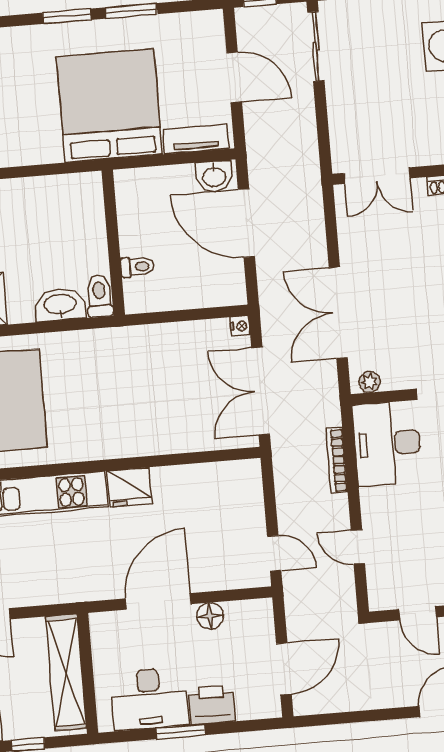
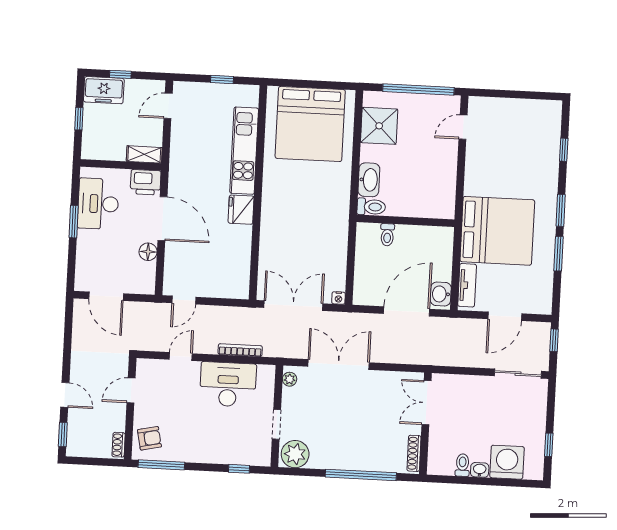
desk: (387, 444) -> (228, 384), moved
shelving: (66, 672) -> (144, 154), width x0.45, depth x0.75
printer: (212, 705) -> (146, 182), moved, turned 90

